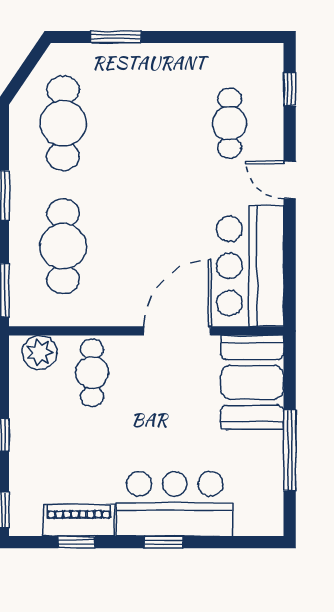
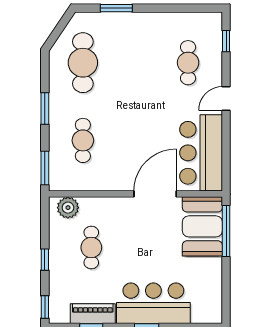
door: (290, 180) -> (226, 99), hinge flipped
cafe table: (63, 246) -> (83, 140), width x0.73, depth x0.74
cafe table: (92, 373) -> (91, 247), moved
window: (290, 450) -> (226, 231), moved

